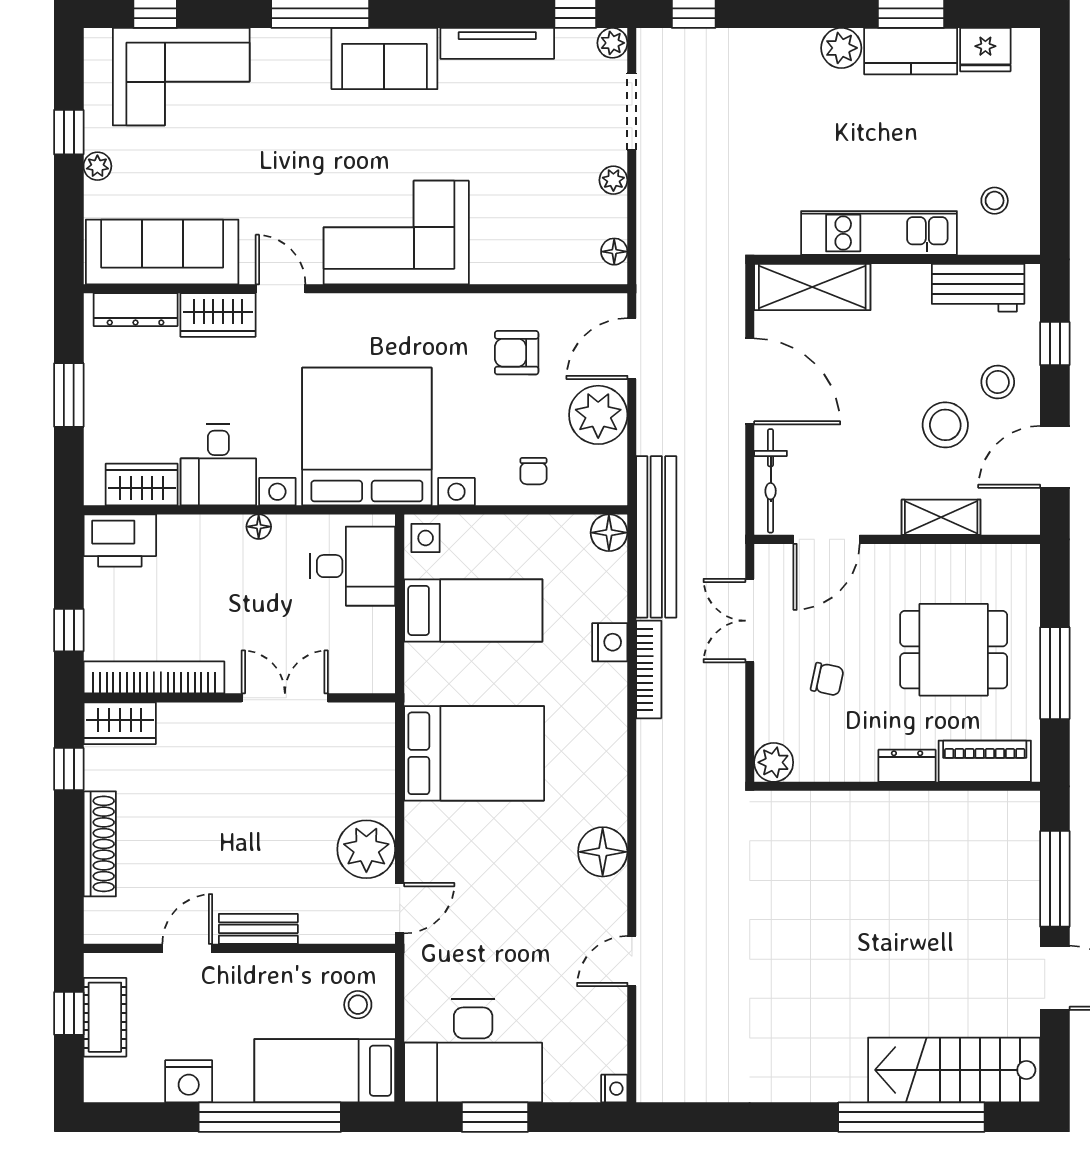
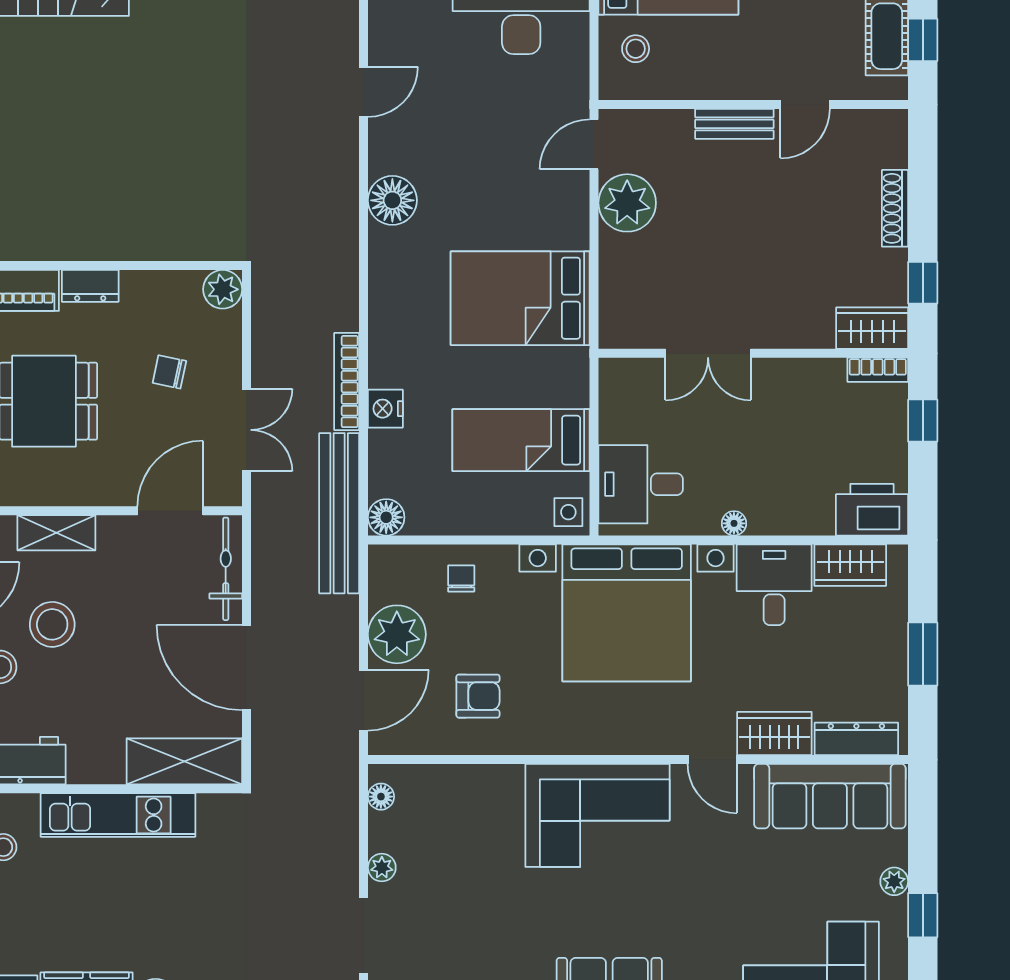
bookcase: (154, 677) -> (878, 370), width x0.43, depth x0.76
shoe rack: (100, 844) -> (895, 208), width x0.74, depth x0.81

